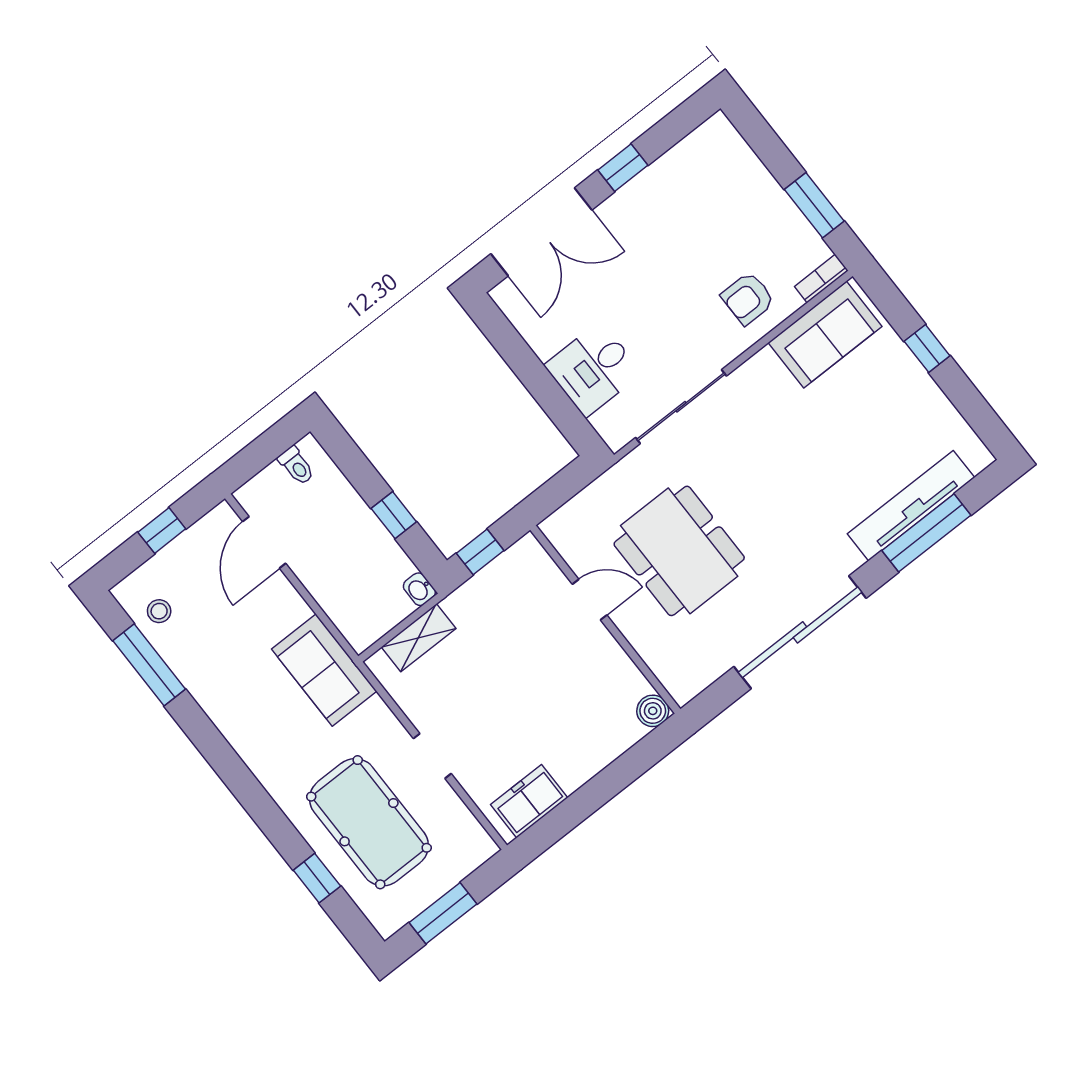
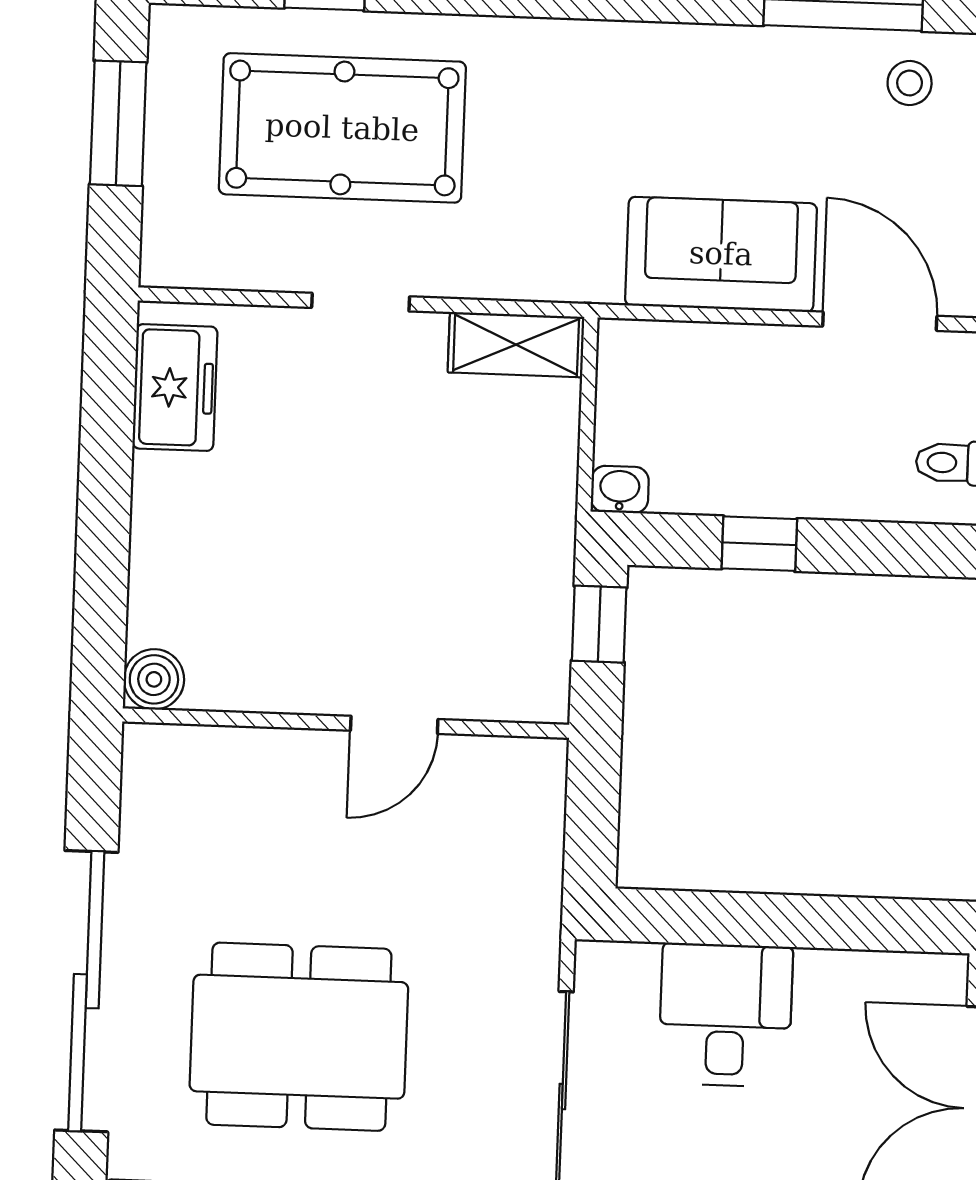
dining table: (679, 551) -> (299, 1037), moved
shelving: (419, 638) -> (516, 345), moved, turned 90
sofa: (324, 670) -> (721, 254), moved

